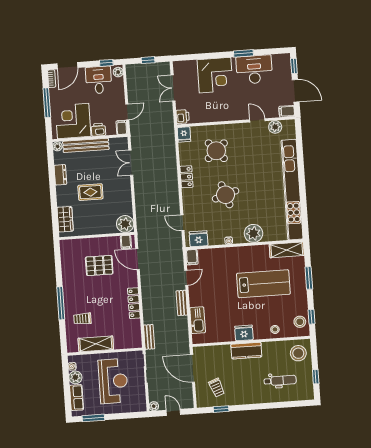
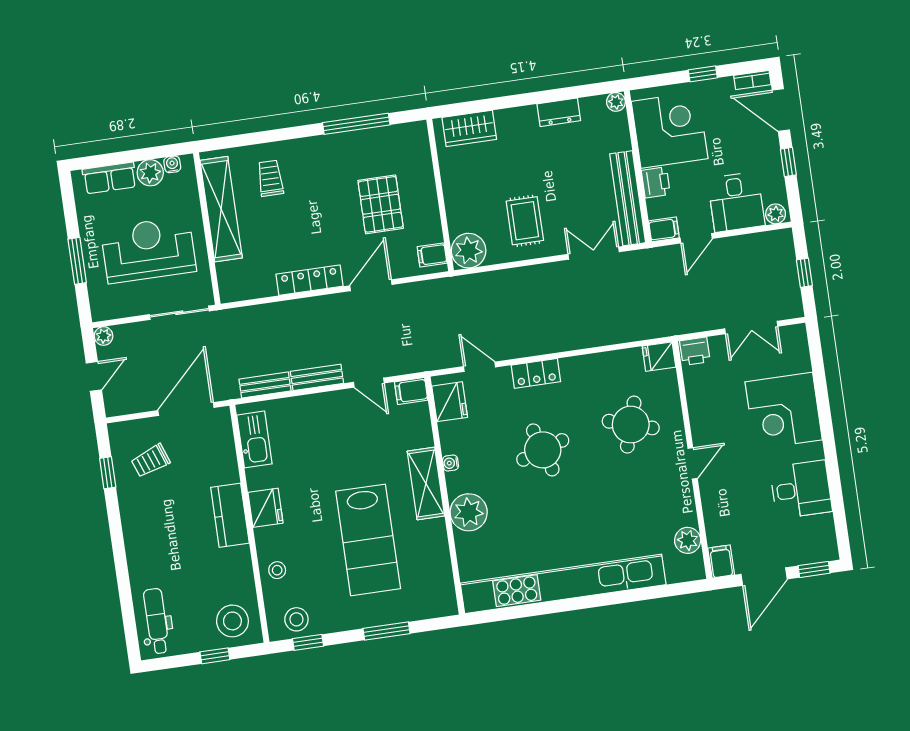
window: (243, 53) -> (832, 465), removed
window: (106, 63) -> (788, 162), moved
desk: (254, 69) -> (801, 489), width x0.73
desk: (99, 80) -> (736, 202), moved, turned 90
double door: (173, 88) -> (751, 328), swing flipped
window: (47, 103) -> (703, 74), width x0.46
door: (127, 112) -> (696, 238), hinge flipped
door: (257, 120) -> (693, 463), moved
bench: (86, 145) -> (628, 198), moved
round table: (216, 151) -> (631, 425), turned -32
locker: (186, 177) -> (536, 373), moved
rug: (90, 192) -> (525, 221), moved
door: (182, 223) -> (479, 367), hinge flipped
shelving: (287, 250) -> (426, 483), moved
door: (138, 259) -> (371, 285), moved
window: (61, 303) -> (356, 124), moved
kitchen sink: (198, 320) -> (254, 439), moved, turned -90
bench: (149, 337) -> (265, 385), moved
shelving: (96, 344) -> (221, 209), width x1.47
window: (316, 377) -> (215, 656), moved
dental chair: (280, 380) -> (156, 621), moved, turned 180
reception desk: (113, 381) -> (148, 250), turned 180
window: (93, 418) -> (77, 261), moved

